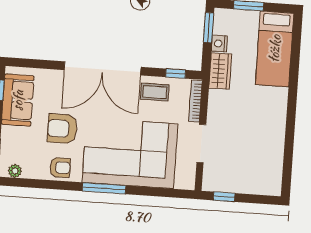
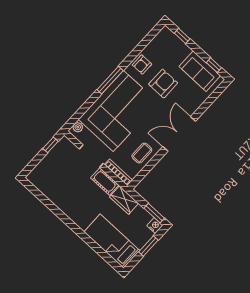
nightstand: (219, 44) -> (155, 226), moved
double door: (103, 68) -> (179, 134), width x0.73
window: (176, 74) -> (143, 173), removed
cot: (217, 108) -> (105, 181), added
plant: (15, 171) -> (78, 127), moved

